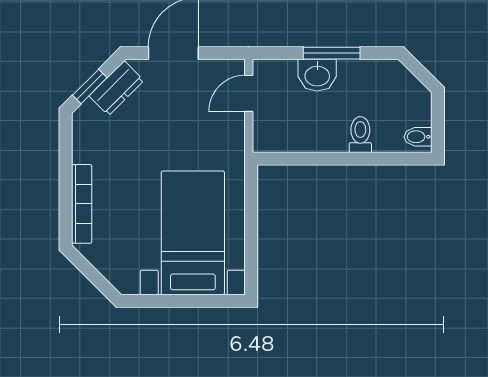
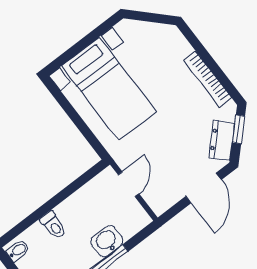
door: (249, 93) -> (129, 184), moved
bookcase: (82, 204) -> (208, 79), moved

